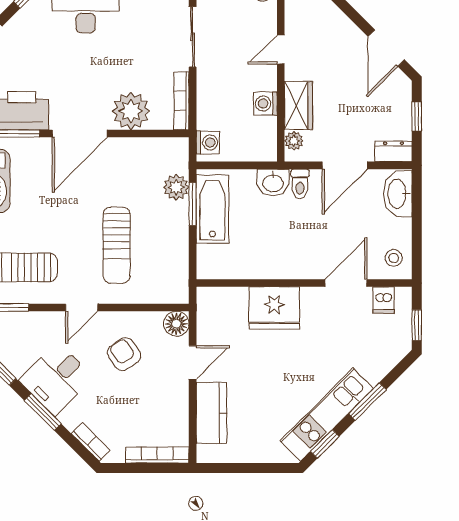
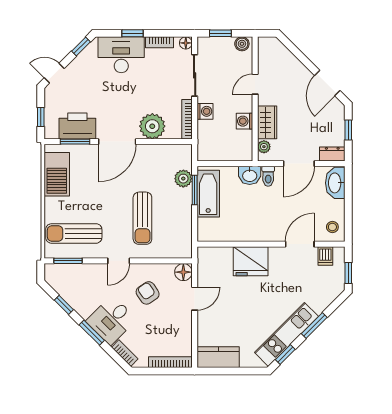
washing machine: (208, 142) -> (205, 111), moved
desk: (56, 379) -> (111, 320), moved
kitchen counter: (212, 413) -> (218, 357), moved, turned -90

